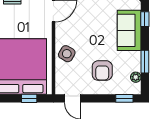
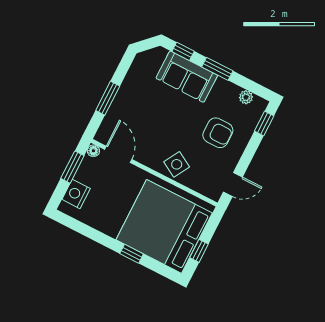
window: (145, 62) -> (217, 69), moved
window: (29, 98) -> (199, 251), moved

